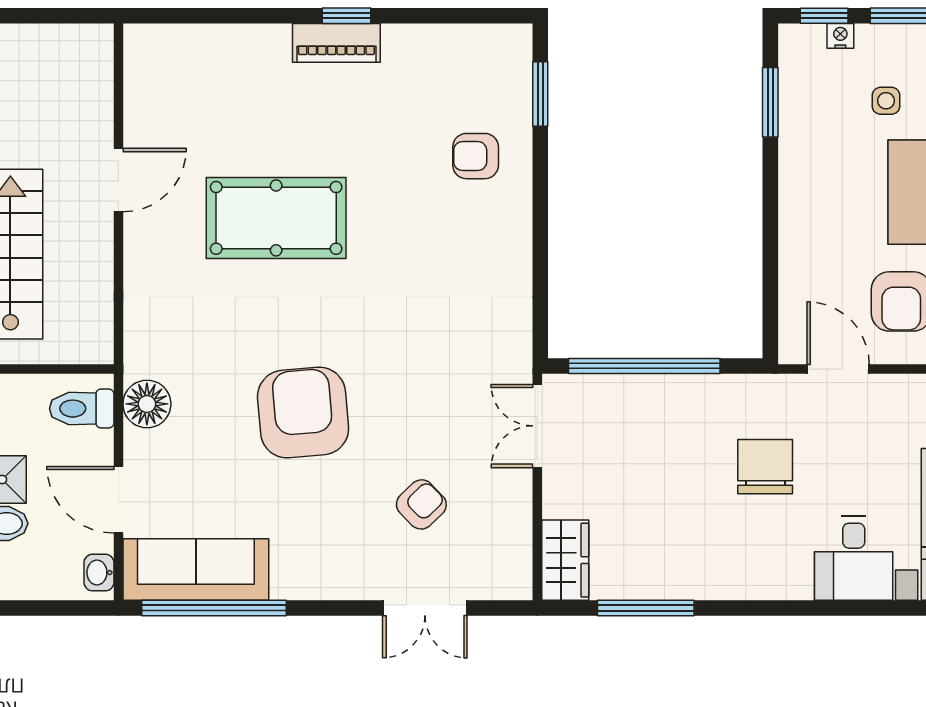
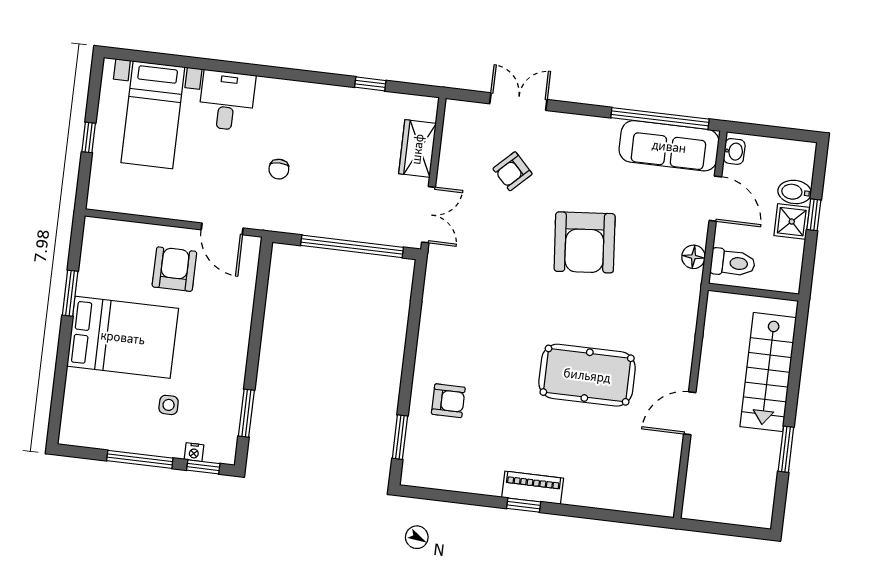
floor lamp: (147, 404) -> (693, 257), width x0.73, depth x0.73
chair: (765, 467) -> (279, 169), width x0.54, depth x0.54
wardrobe: (565, 560) -> (417, 149), moved
window: (646, 608) -> (370, 84), width x0.46

